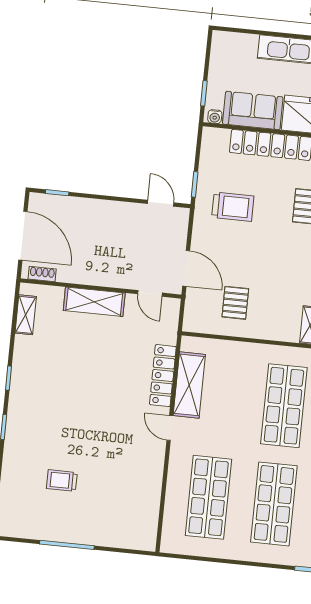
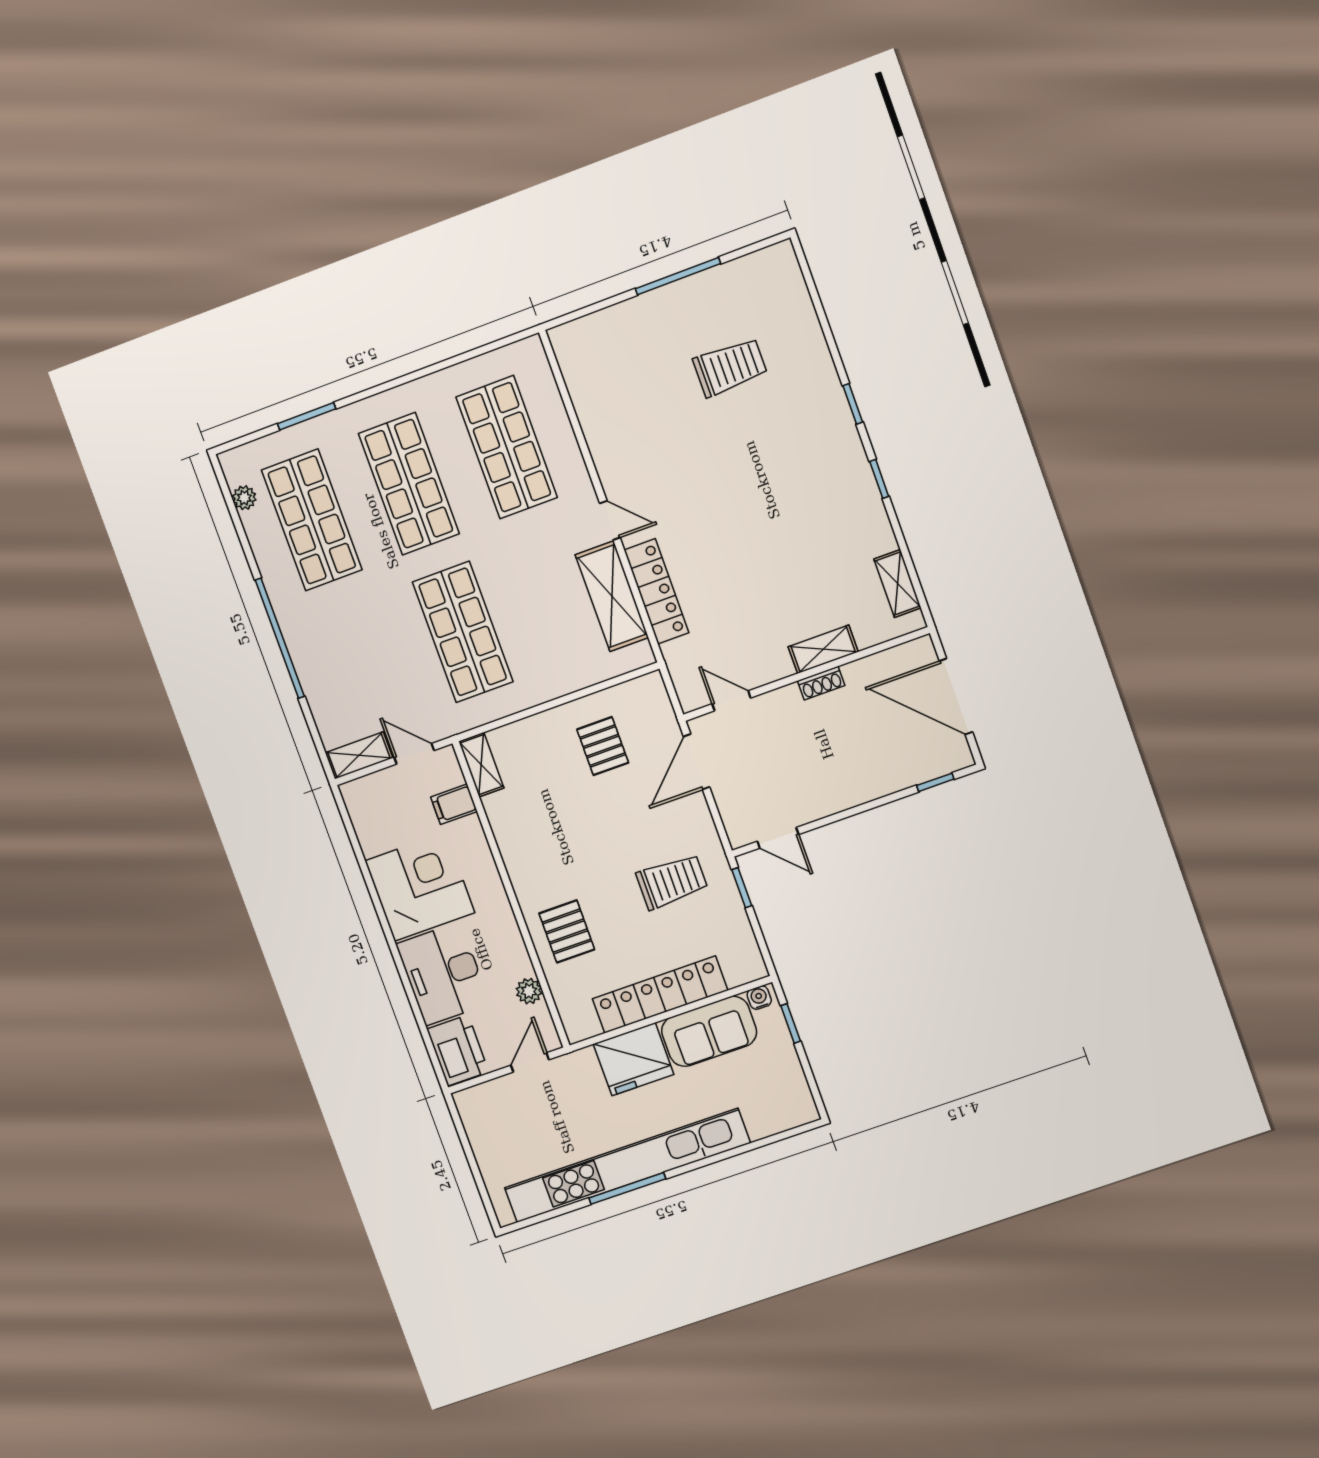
trolley: (233, 207) -> (672, 882), turned 180
door: (186, 268) -> (697, 762), hinge flipped
shoe rack: (42, 274) -> (821, 683), moved
shelving: (94, 302) -> (823, 649), width x0.67, depth x0.75
trolley: (62, 481) -> (730, 367), width x1.36, depth x1.39

